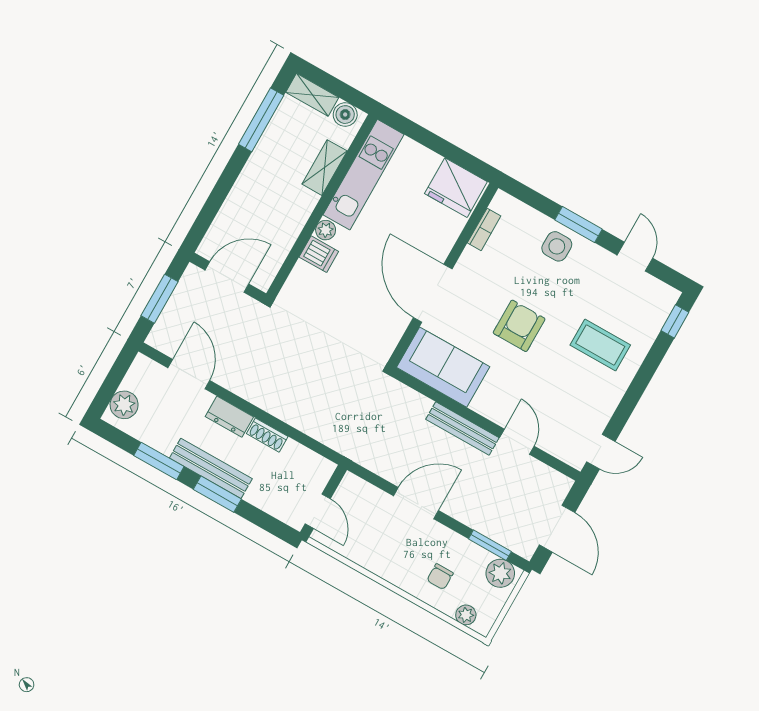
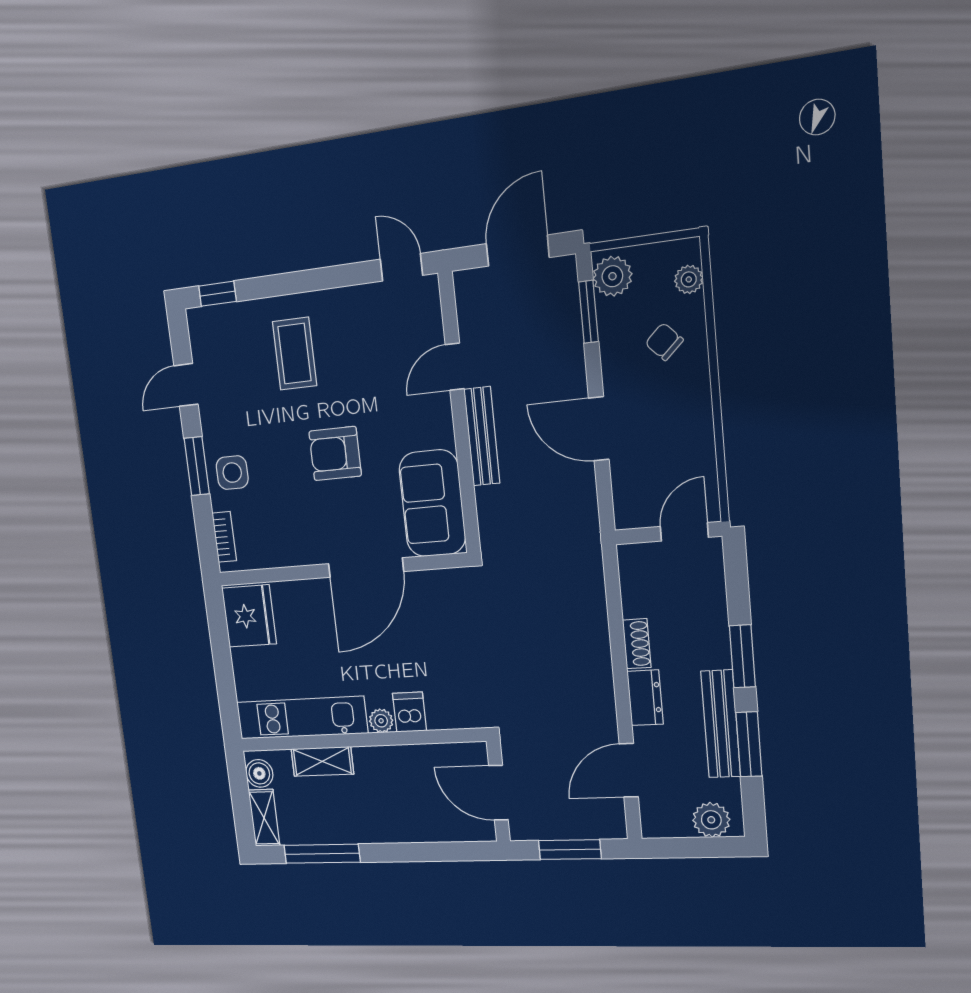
bookcase: (484, 229) -> (224, 537), moved, turned 90
bench: (211, 468) -> (721, 724), moved
chair: (440, 577) -> (664, 342), turned -134

